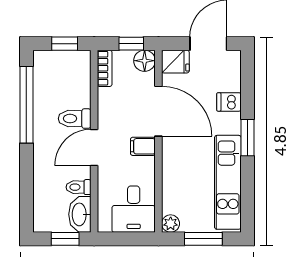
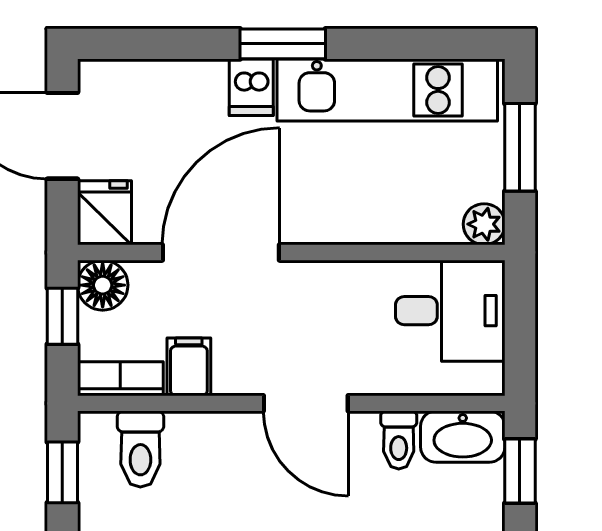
dishwasher: (229, 102) -> (251, 87), moved
toilet: (75, 119) -> (140, 449), moved
filing cabinet: (143, 146) -> (189, 367), moved, turned 180

